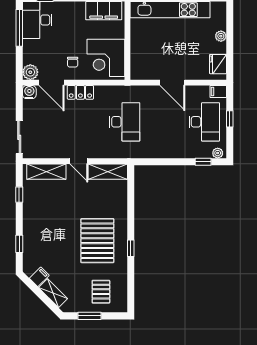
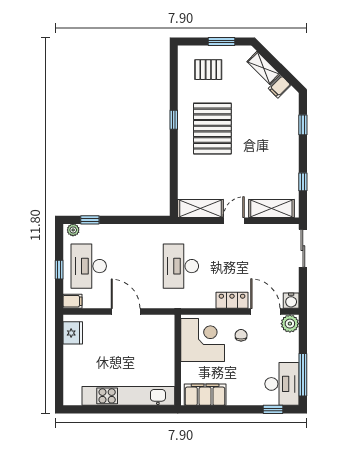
plant: (221, 36) -> (69, 365), removed
door: (79, 161) -> (234, 221), hinge flipped
pallet: (101, 292) -> (208, 70), turned 90

